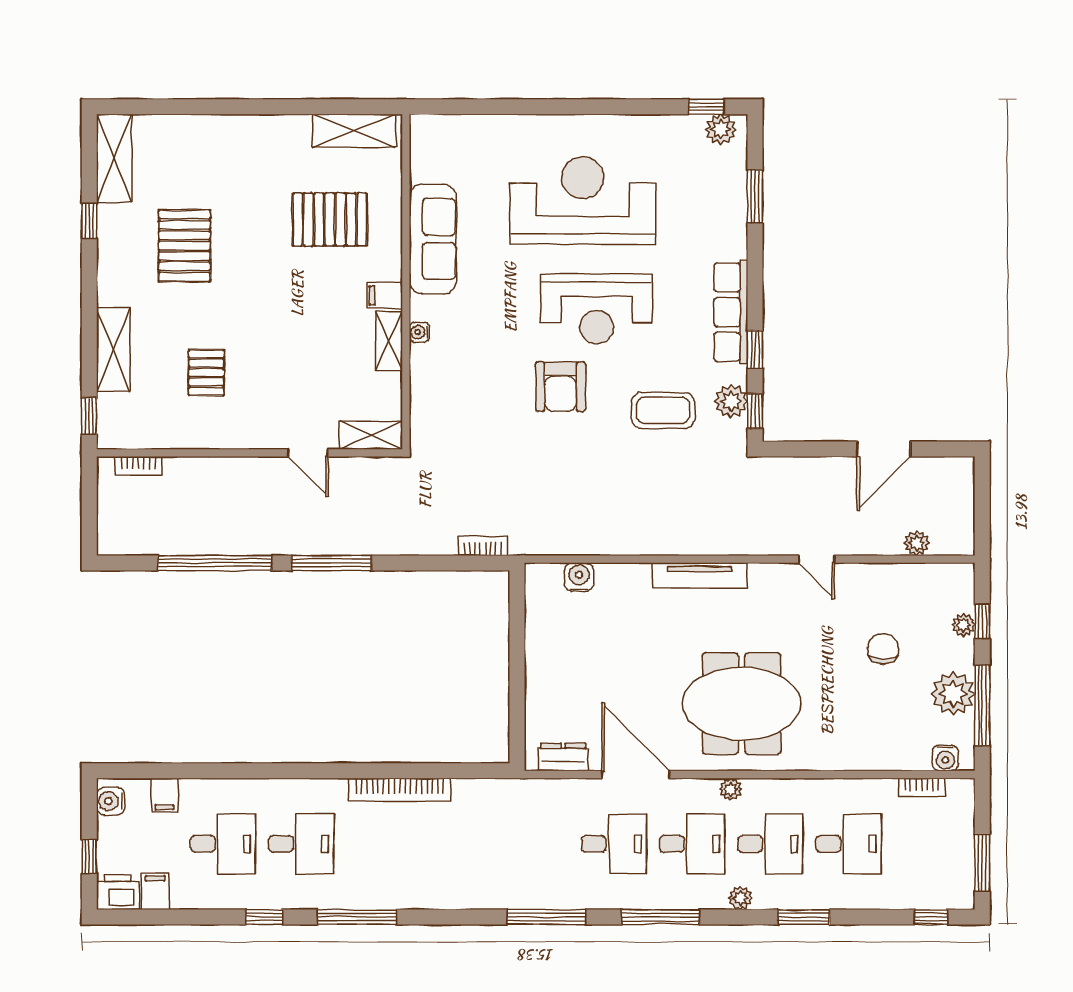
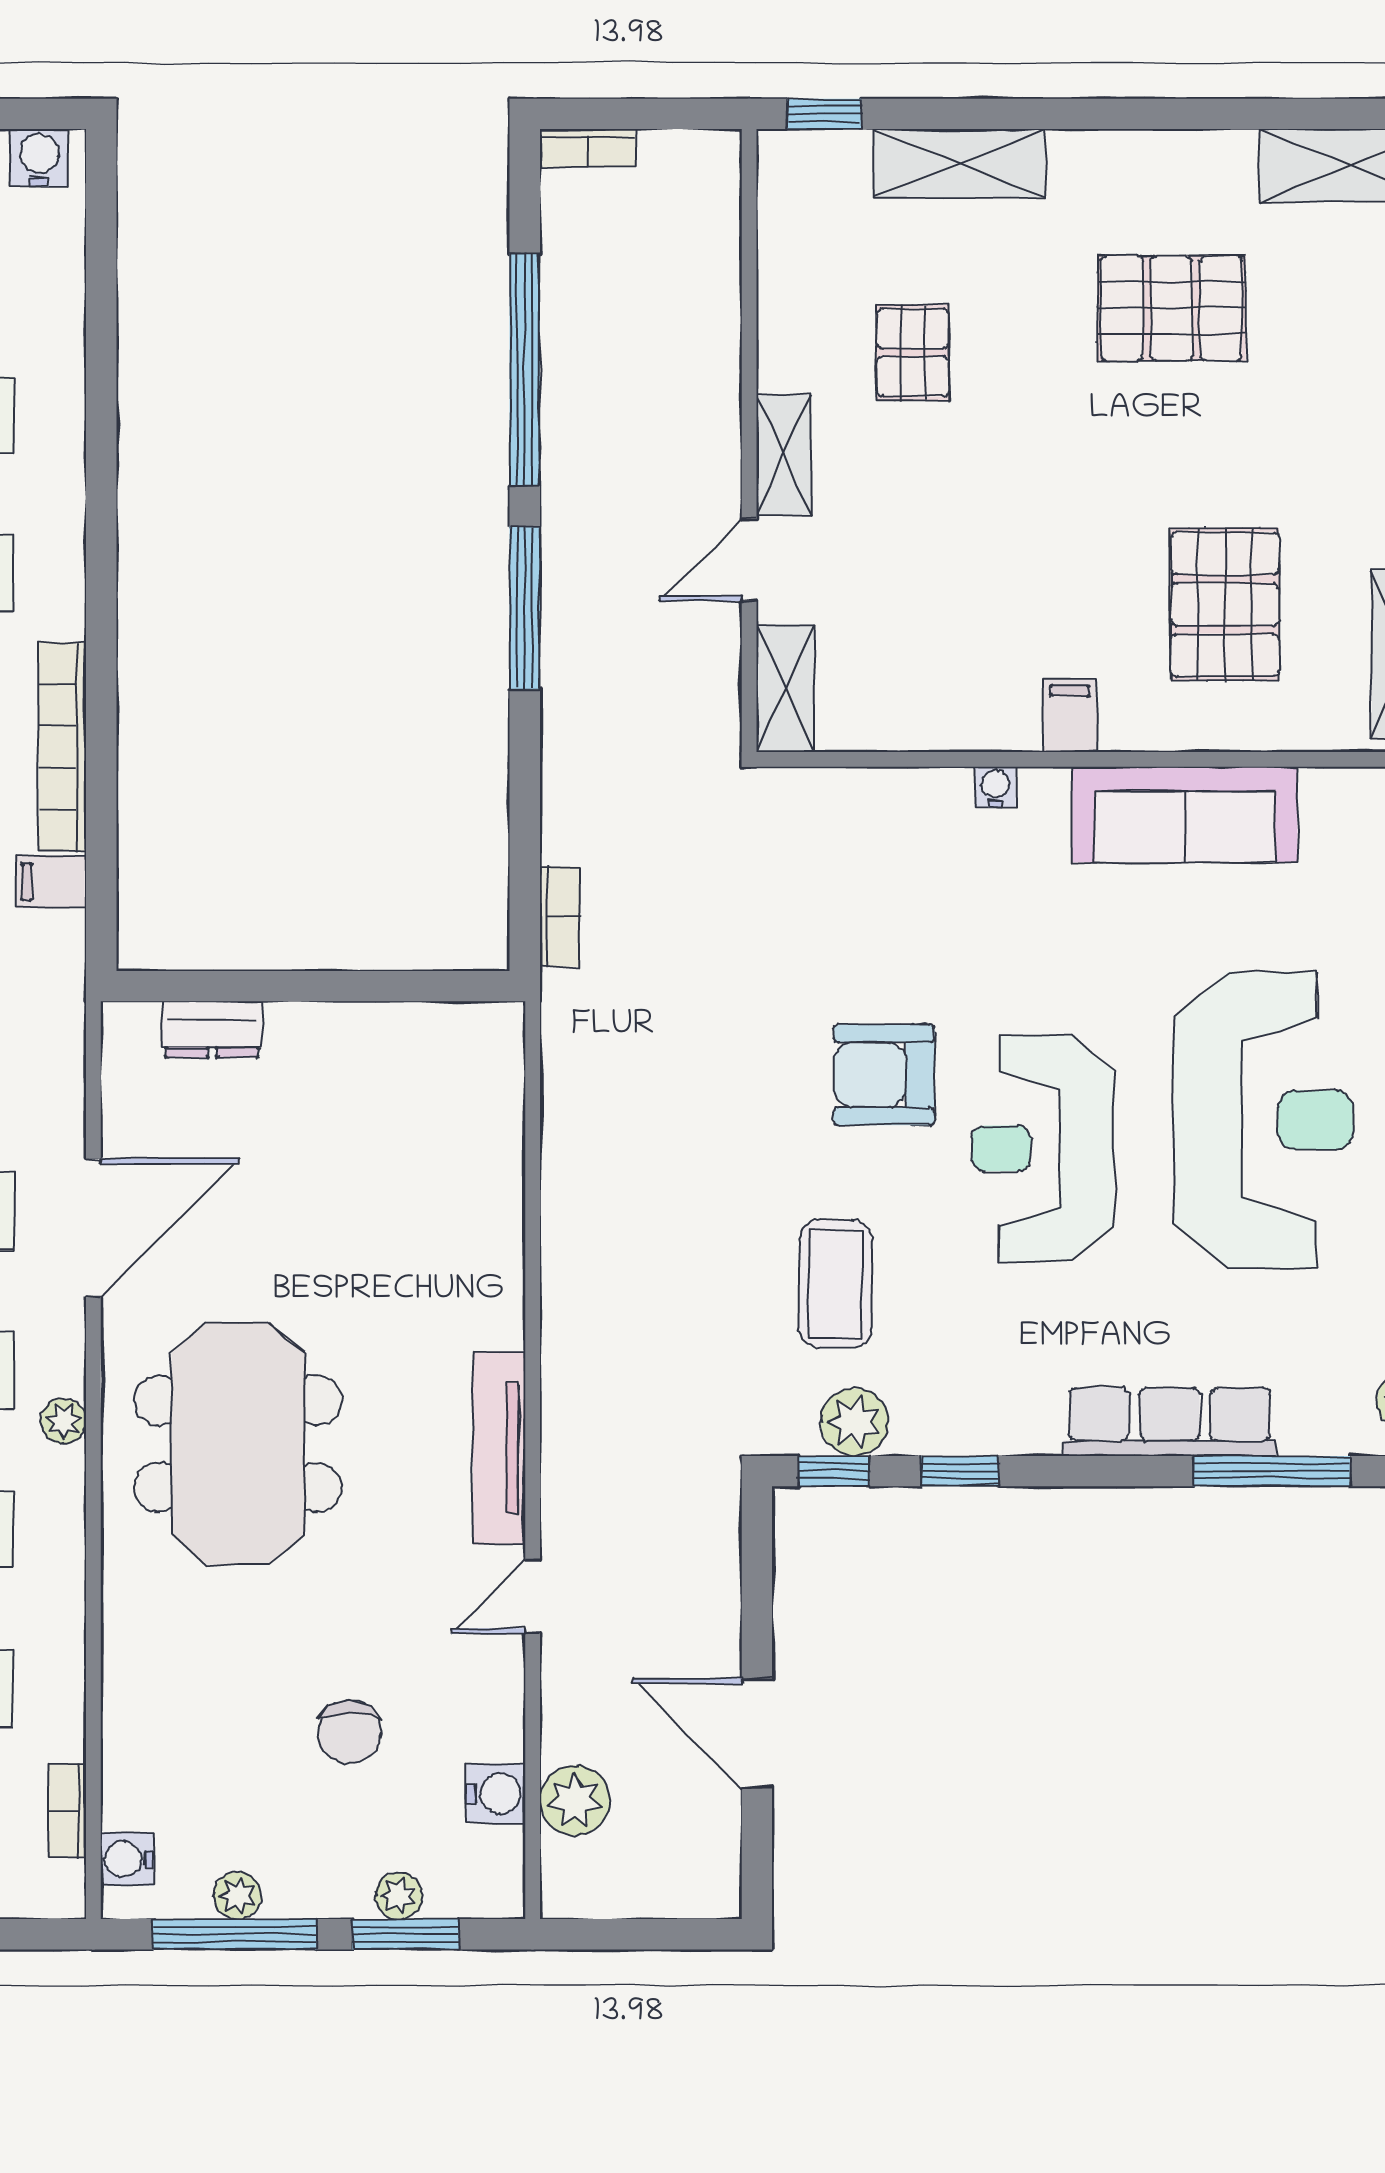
window: (755, 197) -> (1271, 1471), width x1.44
window: (89, 221) -> (1222, 114), removed
row of seats: (731, 312) -> (1170, 1422), moved
shelving: (389, 341) -> (784, 455), moved, turned 90
pallet: (206, 373) -> (913, 353), turned 90
bookcase: (139, 466) -> (587, 148), moved, turned -90
plant: (917, 543) -> (575, 1801), width x1.38, depth x1.38
tv unit: (700, 575) -> (499, 1448), moved
water cooler: (579, 577) -> (496, 1793), moved
window: (982, 621) -> (406, 1934), width x1.50
chair: (883, 649) -> (349, 1732), turned 90
plant: (953, 694) -> (237, 1896), width x0.53, depth x0.53
dresser: (563, 757) -> (212, 1029), moved, turned 90
filing cabinet: (164, 795) -> (51, 882), moved

